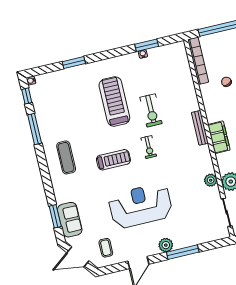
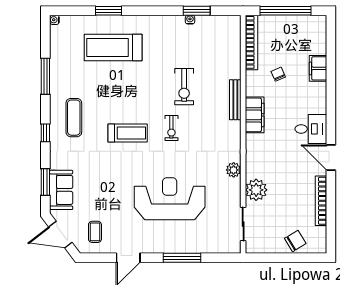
window: (27, 96) -> (45, 133), moved
treadmill: (114, 101) -> (113, 48), moved, turned -90
bench: (200, 128) -> (235, 100), moved
filing cabinet: (219, 137) -> (255, 115), moved
plant: (211, 180) -> (234, 170), moved
reception desk: (140, 206) -> (170, 199), moved
plant: (166, 245) -> (164, 245), removed

